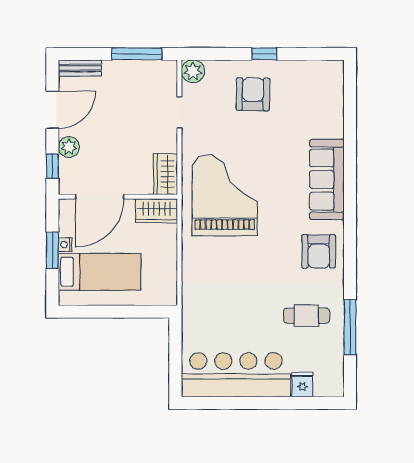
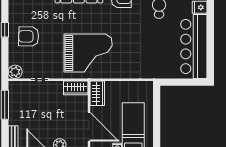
grand piano: (225, 195) -> (88, 53), turned 180

